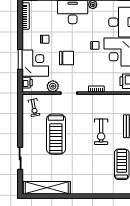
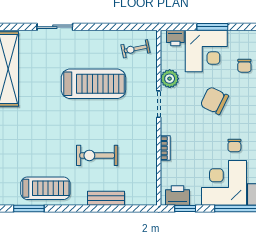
chair: (67, 58) -> (214, 101), turned 116
treadmill: (56, 134) -> (93, 84), turned 180

